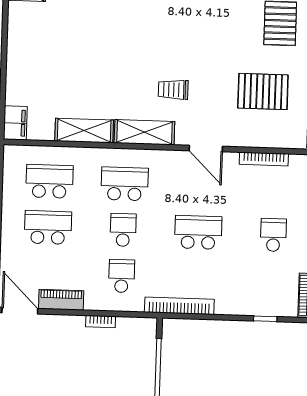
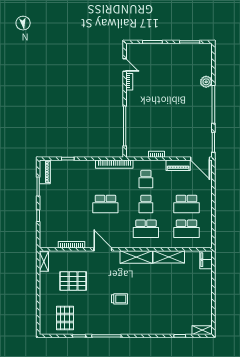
trolley: (173, 90) -> (120, 299), moved
school desk: (273, 235) -> (65, 204), removed

